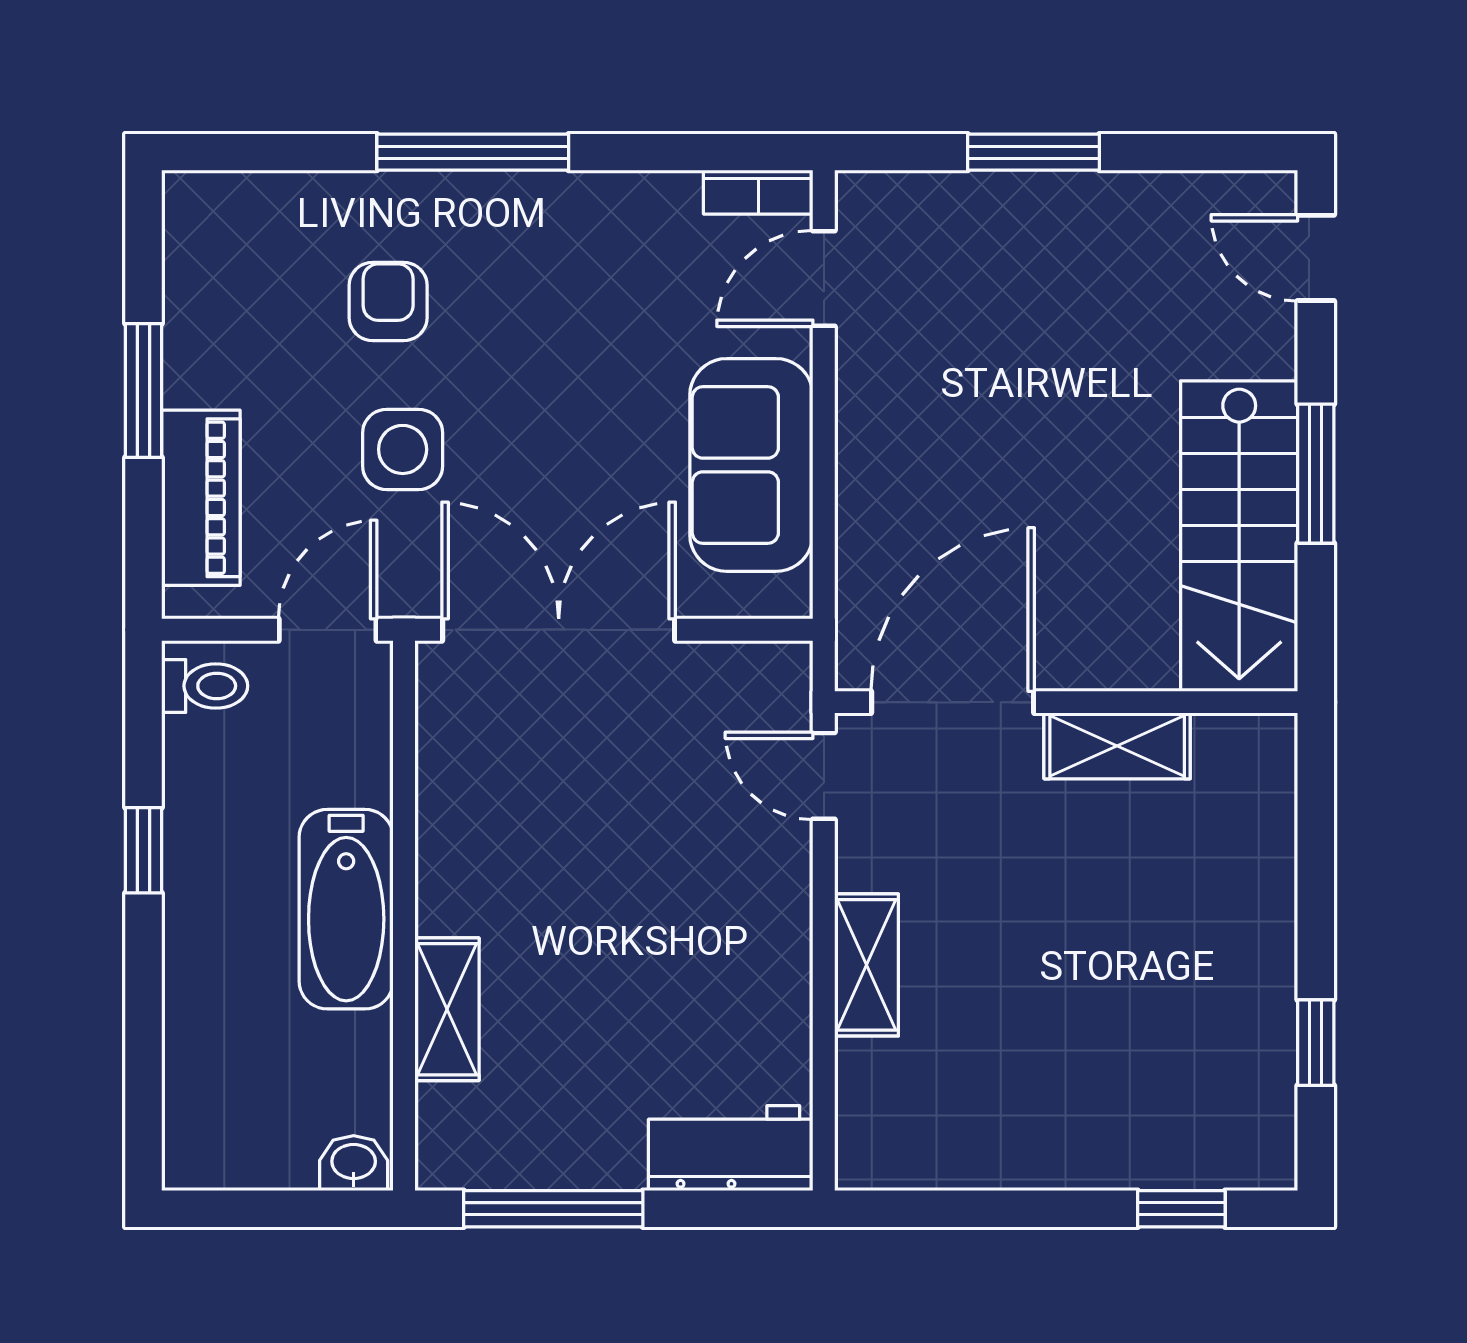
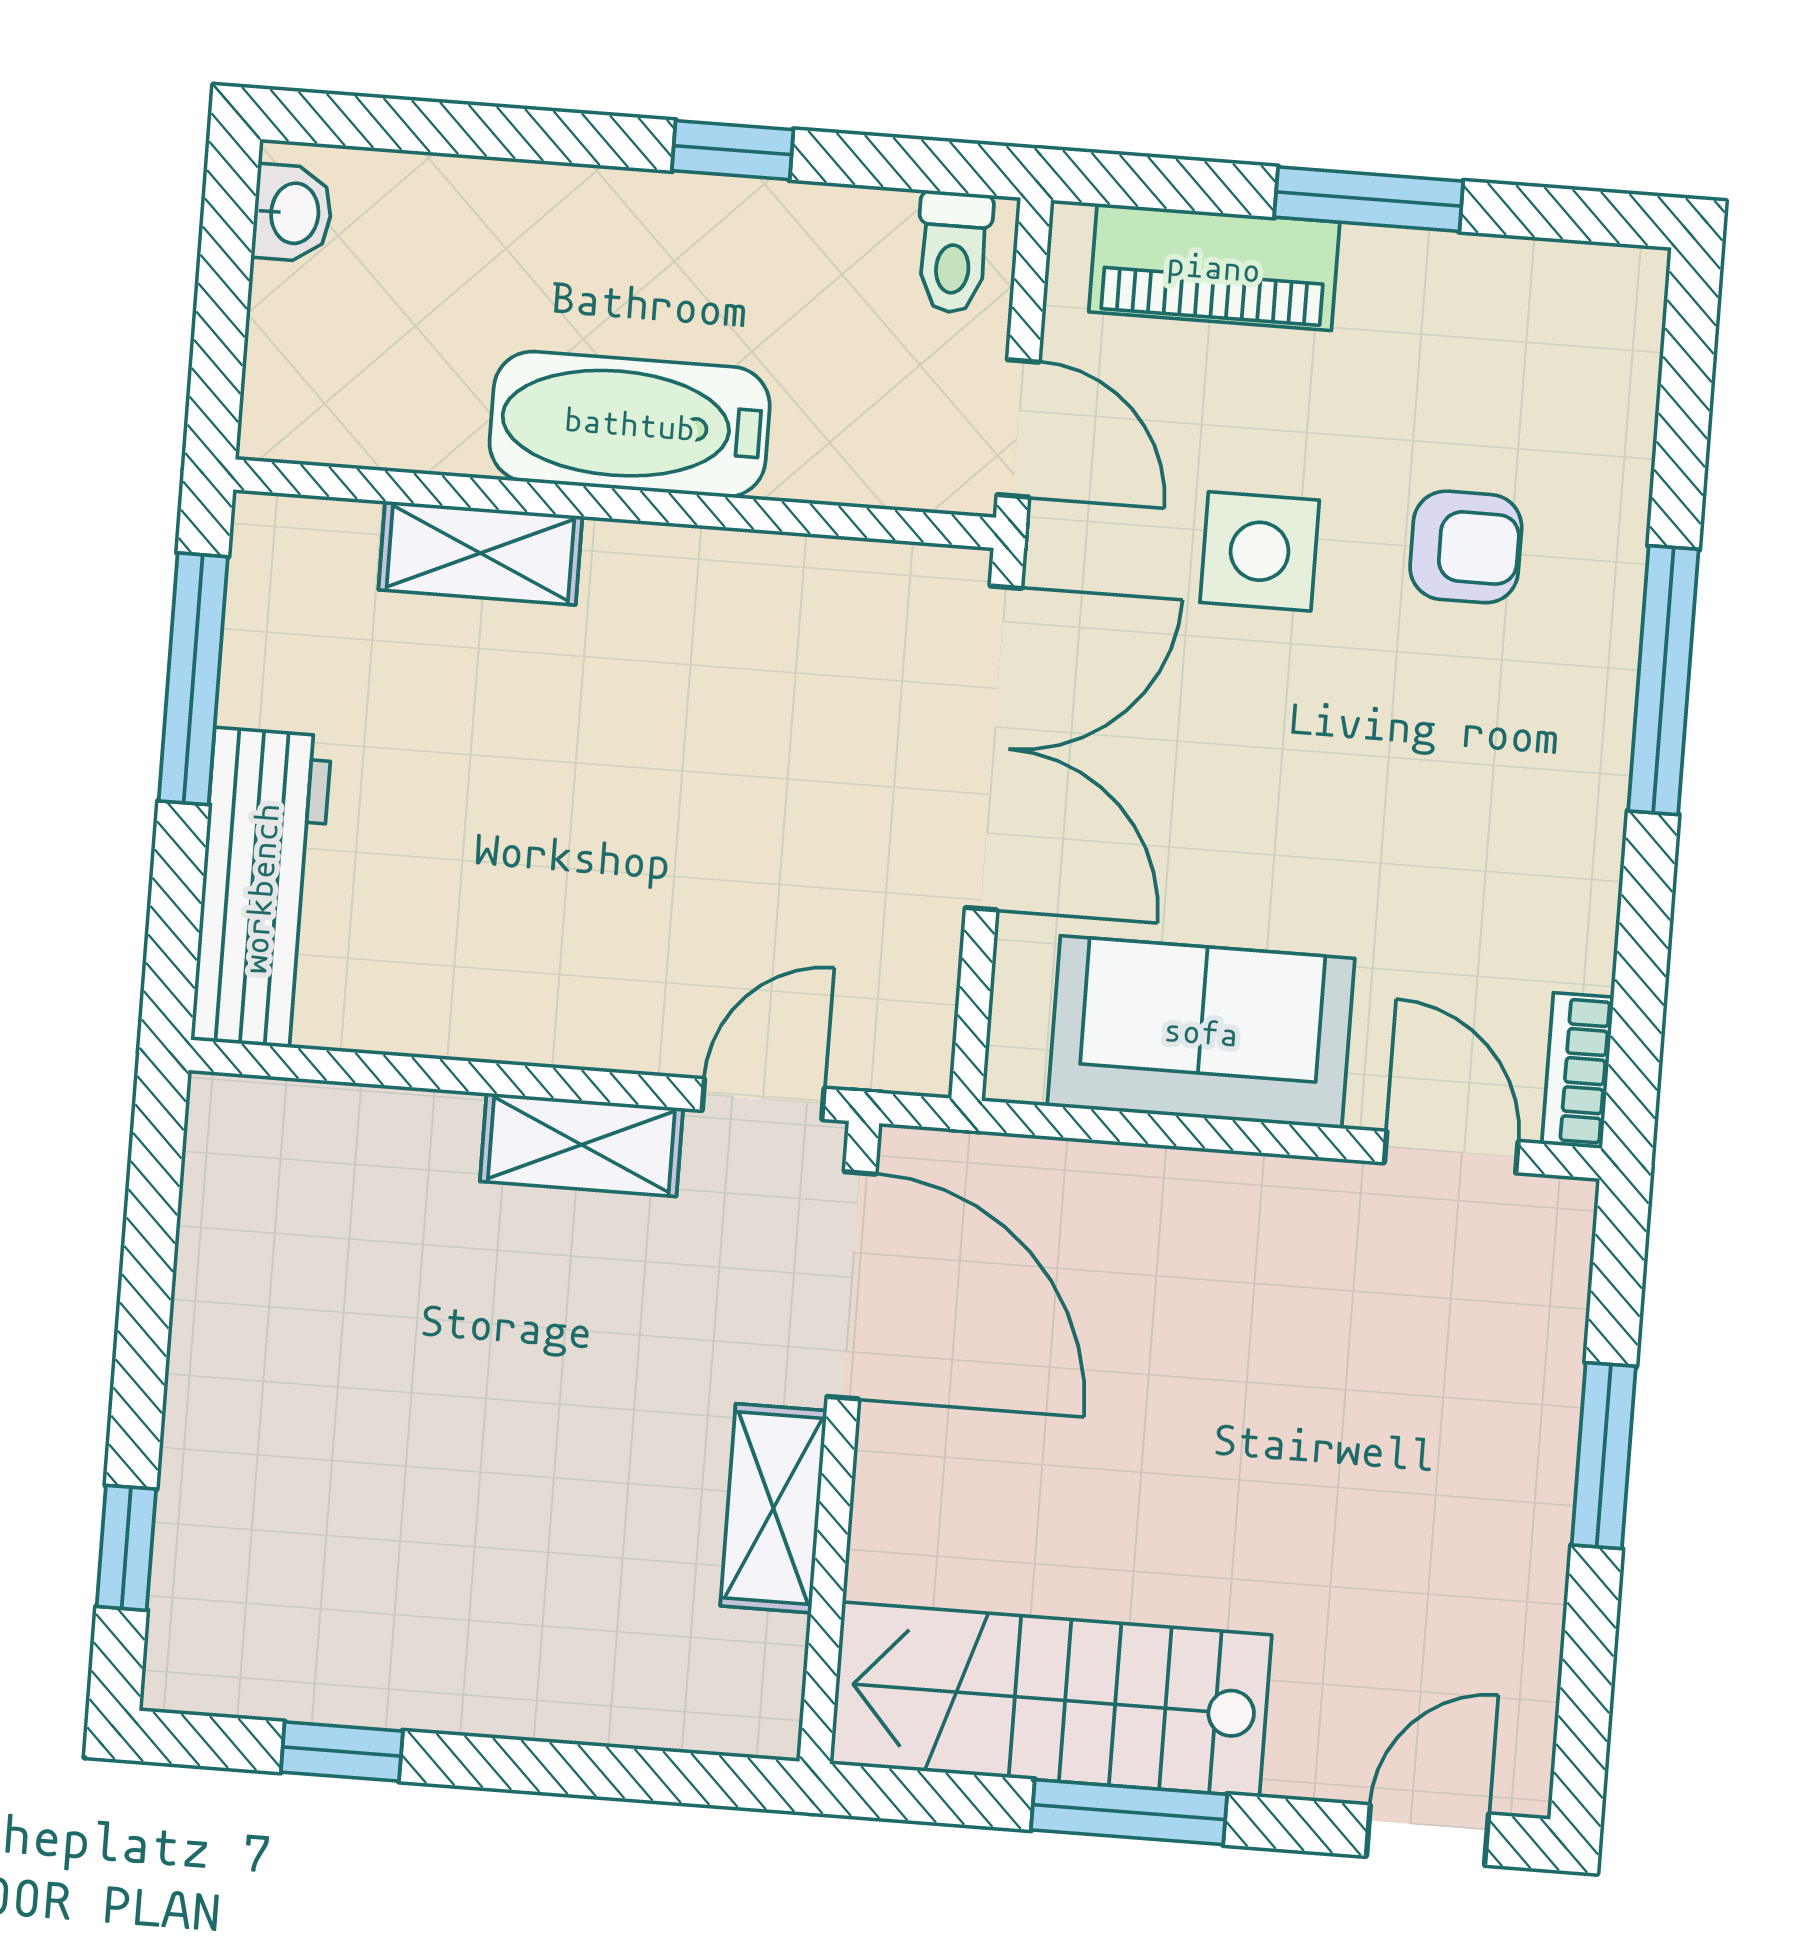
shelving: (867, 965) -> (581, 1145), moved
workbench: (731, 1148) -> (261, 888), width x1.38
washbasin: (354, 1163) -> (292, 213), moved

